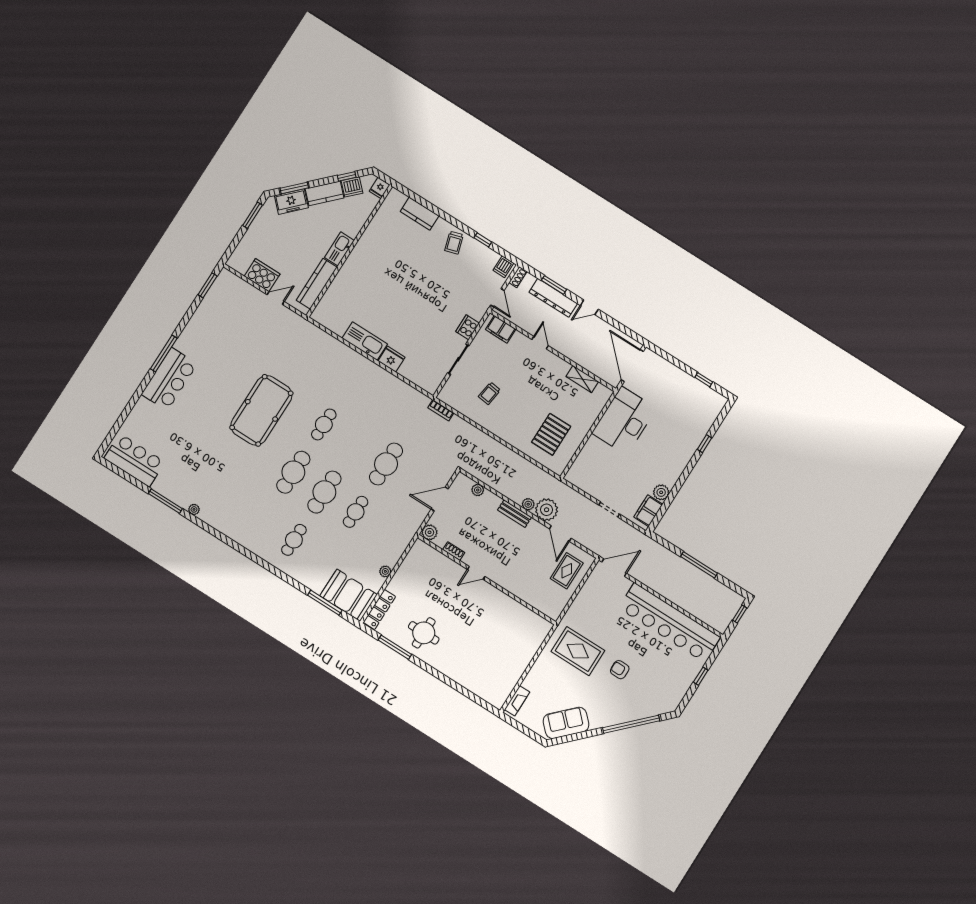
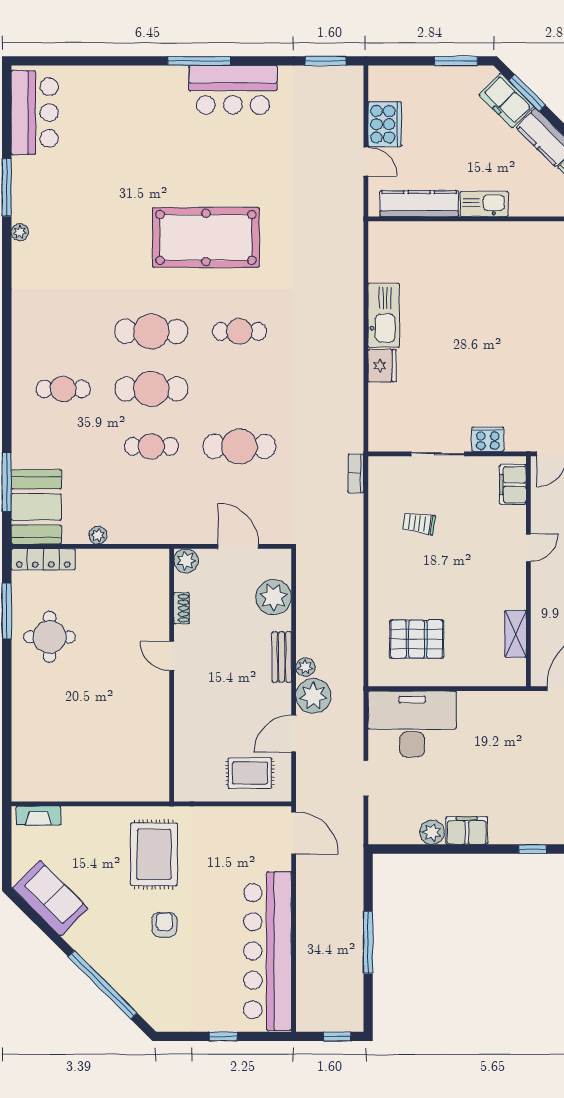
bar counter: (169, 379) -> (233, 90), moved
desk: (624, 421) -> (412, 724), moved
plant: (478, 490) -> (274, 597), width x1.87, depth x1.87
filing cabinet: (648, 511) -> (467, 831), moved

